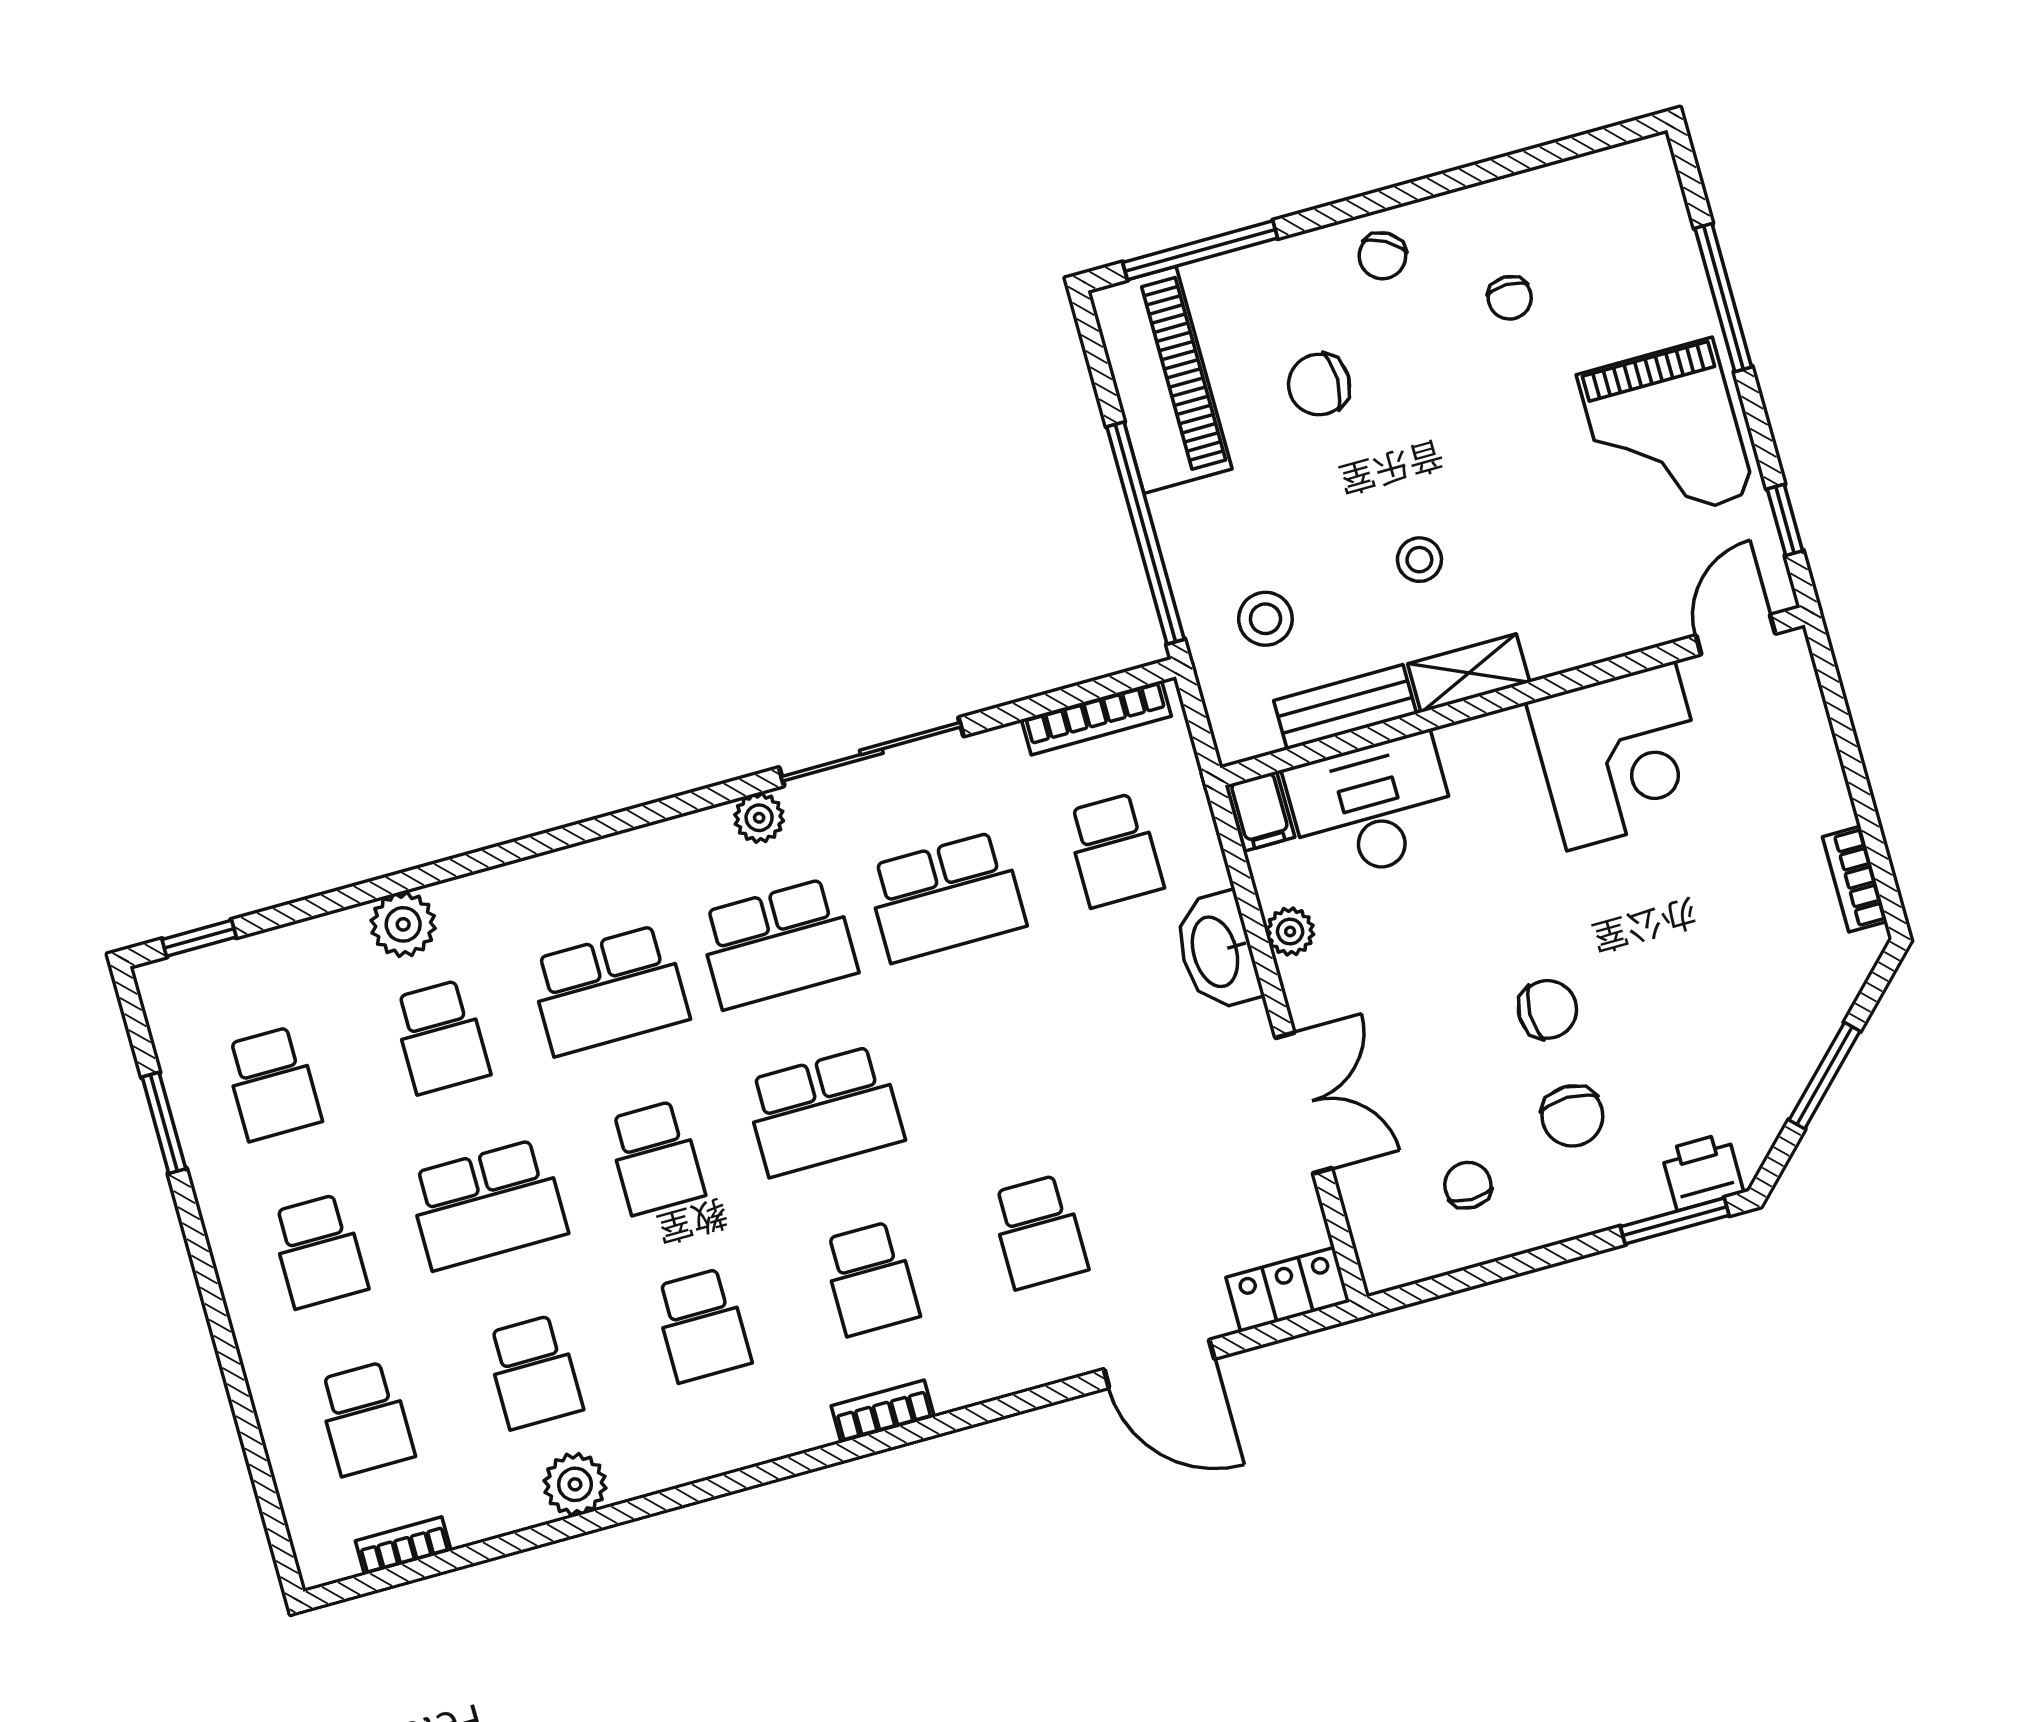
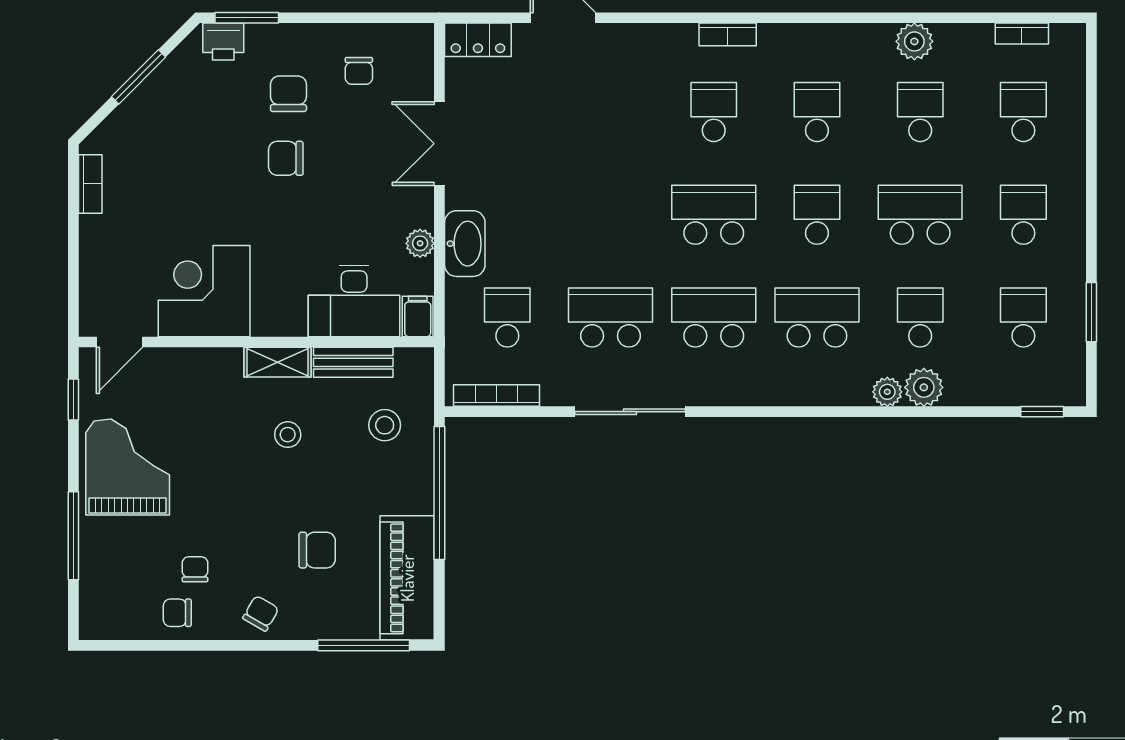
chair: (1519, 219) -> (177, 613), added
plant: (759, 818) -> (887, 392), moved
school desk: (1039, 1232) -> (611, 112), removed

